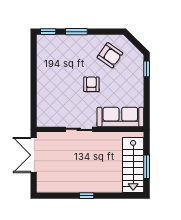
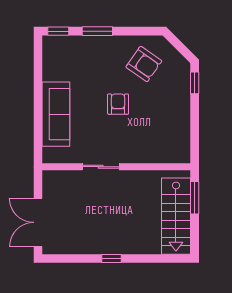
sofa: (120, 117) -> (56, 114), moved, turned 90
double door: (34, 155) -> (38, 222), moved
window: (147, 167) -> (195, 198), moved

